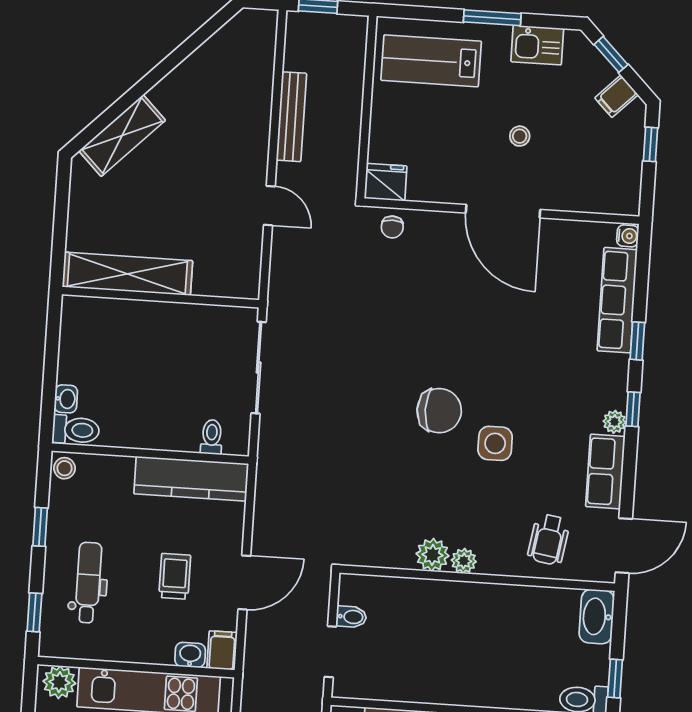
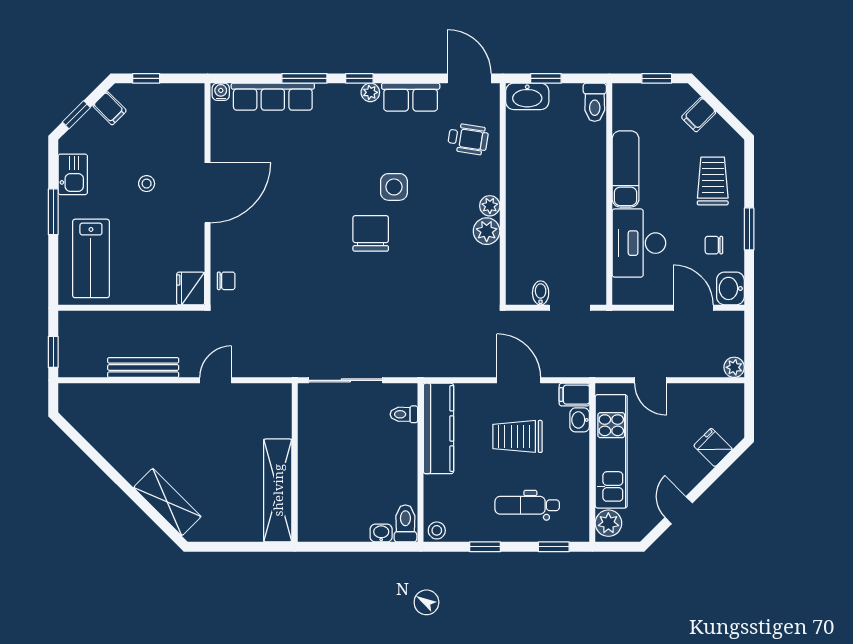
window: (637, 341) -> (304, 78), width x1.50
trolley: (175, 576) -> (518, 436), width x1.36, depth x1.39
window: (615, 678) -> (546, 78), moved

